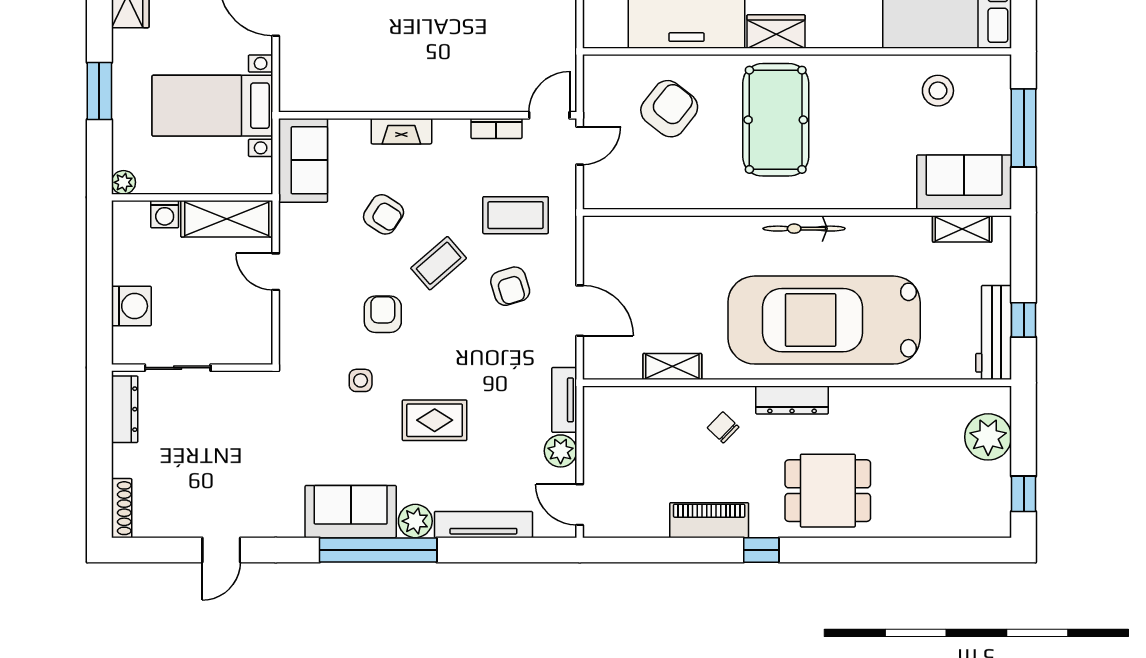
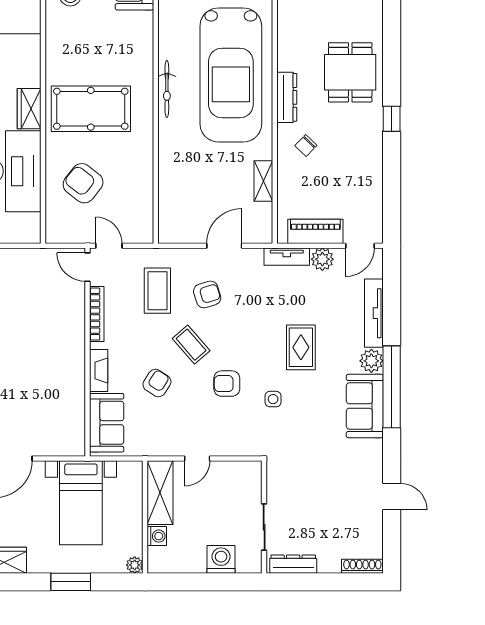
bookcase: (496, 128) -> (97, 314), width x1.56
sofa: (303, 160) -> (107, 423), moved, turned 90
piano: (709, 520) -> (315, 231), moved, turned 90

